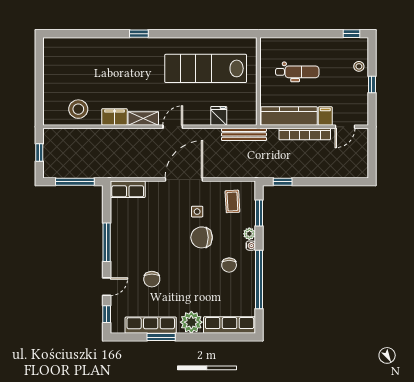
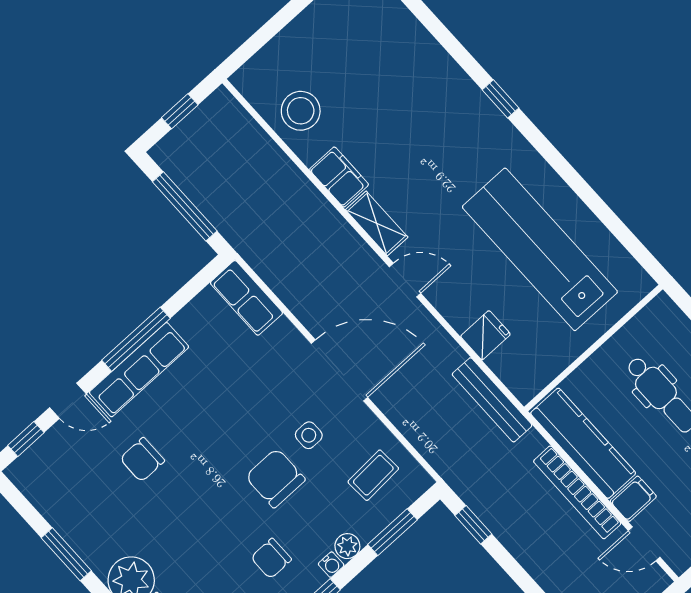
row of seats: (151, 325) -> (139, 370), moved, turned 90

